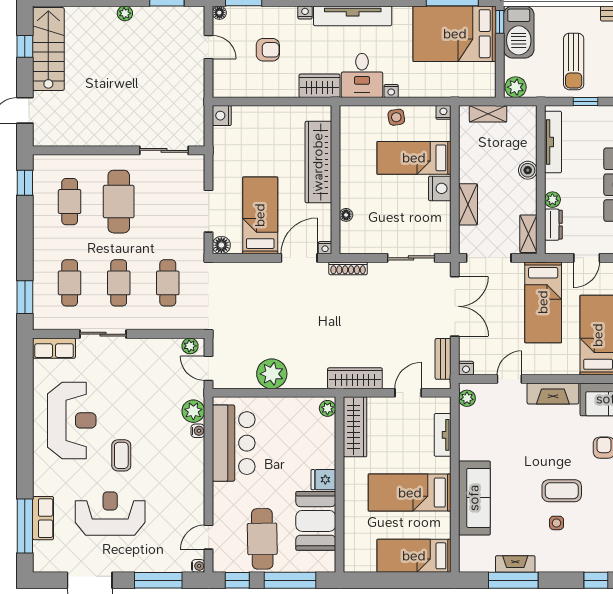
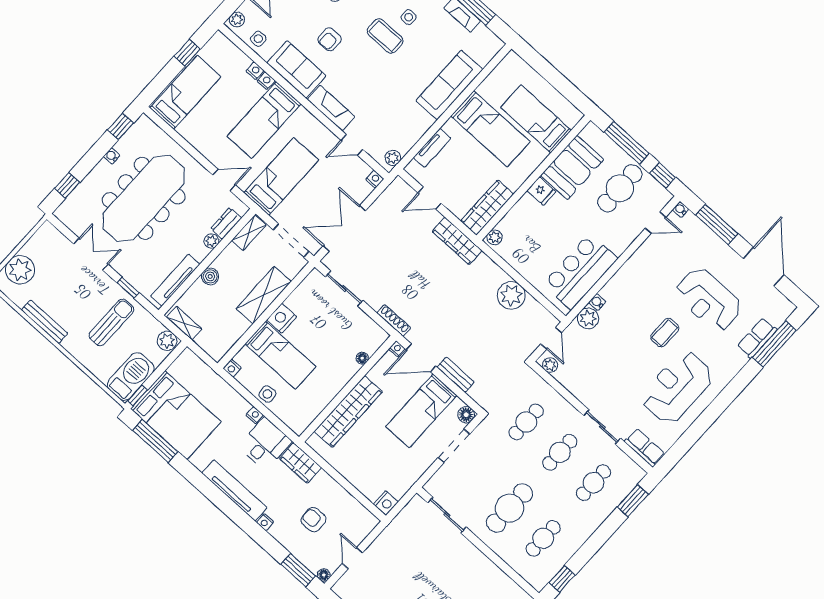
shelving: (488, 114) -> (184, 323), moved
shelving: (468, 204) -> (264, 295), width x1.50, depth x1.33
bench: (443, 359) -> (456, 375), moved, turned 90
bed: (414, 556) -> (536, 119), moved, turned 180

